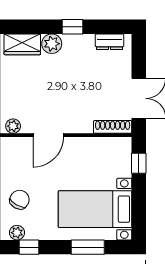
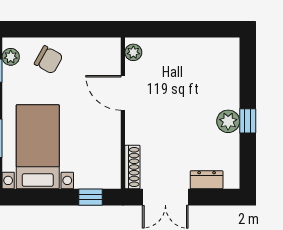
dresser: (110, 42) -> (207, 180), moved, turned 90
wardrobe: (22, 44) -> (227, 63), removed
plant: (52, 44) -> (228, 121), moved

